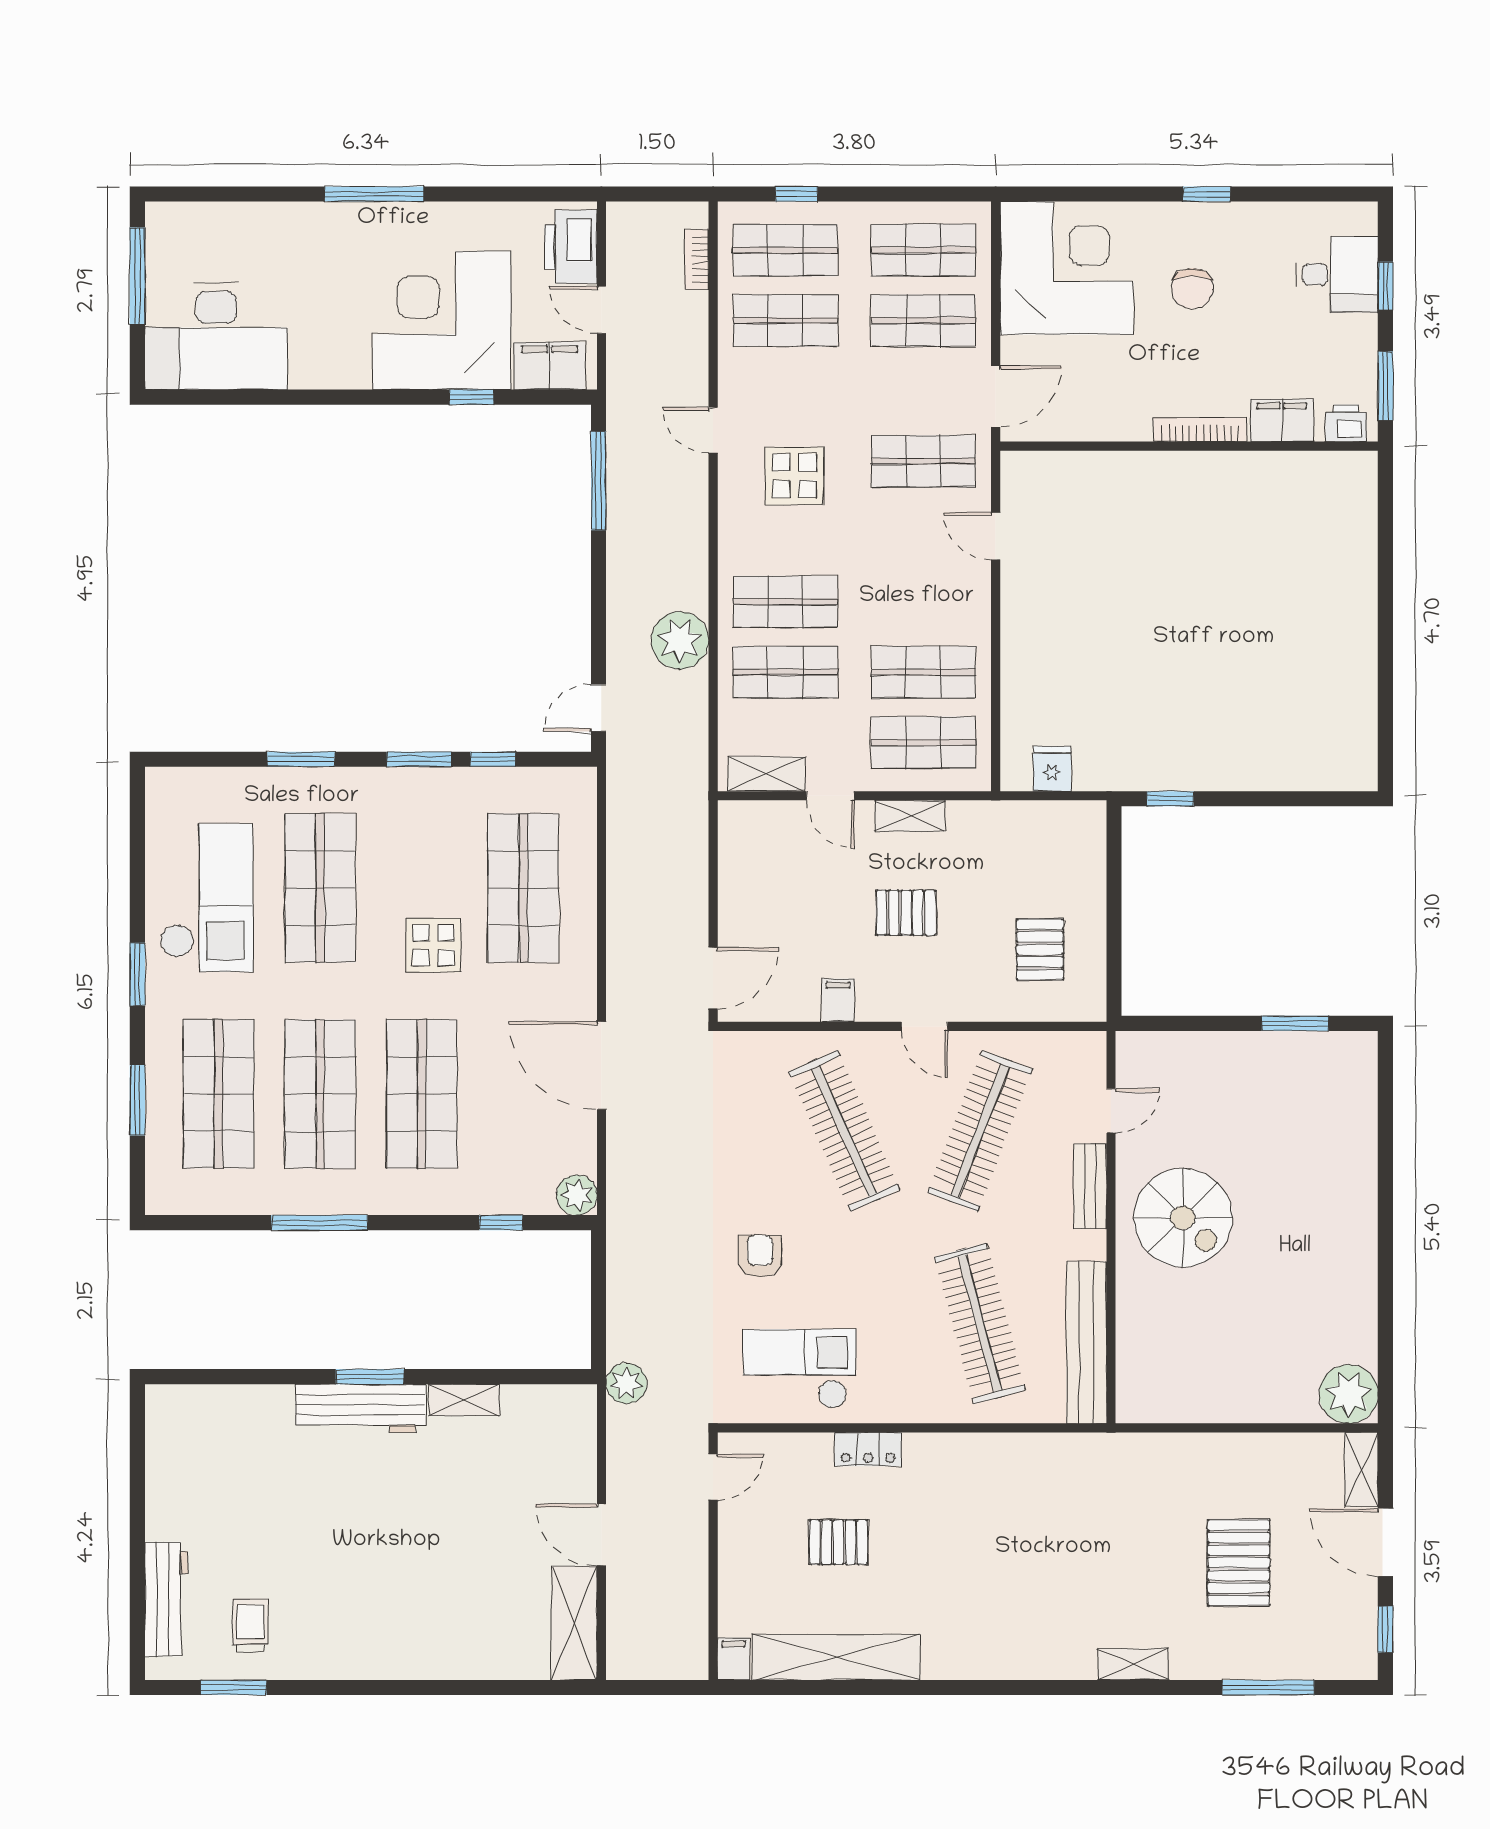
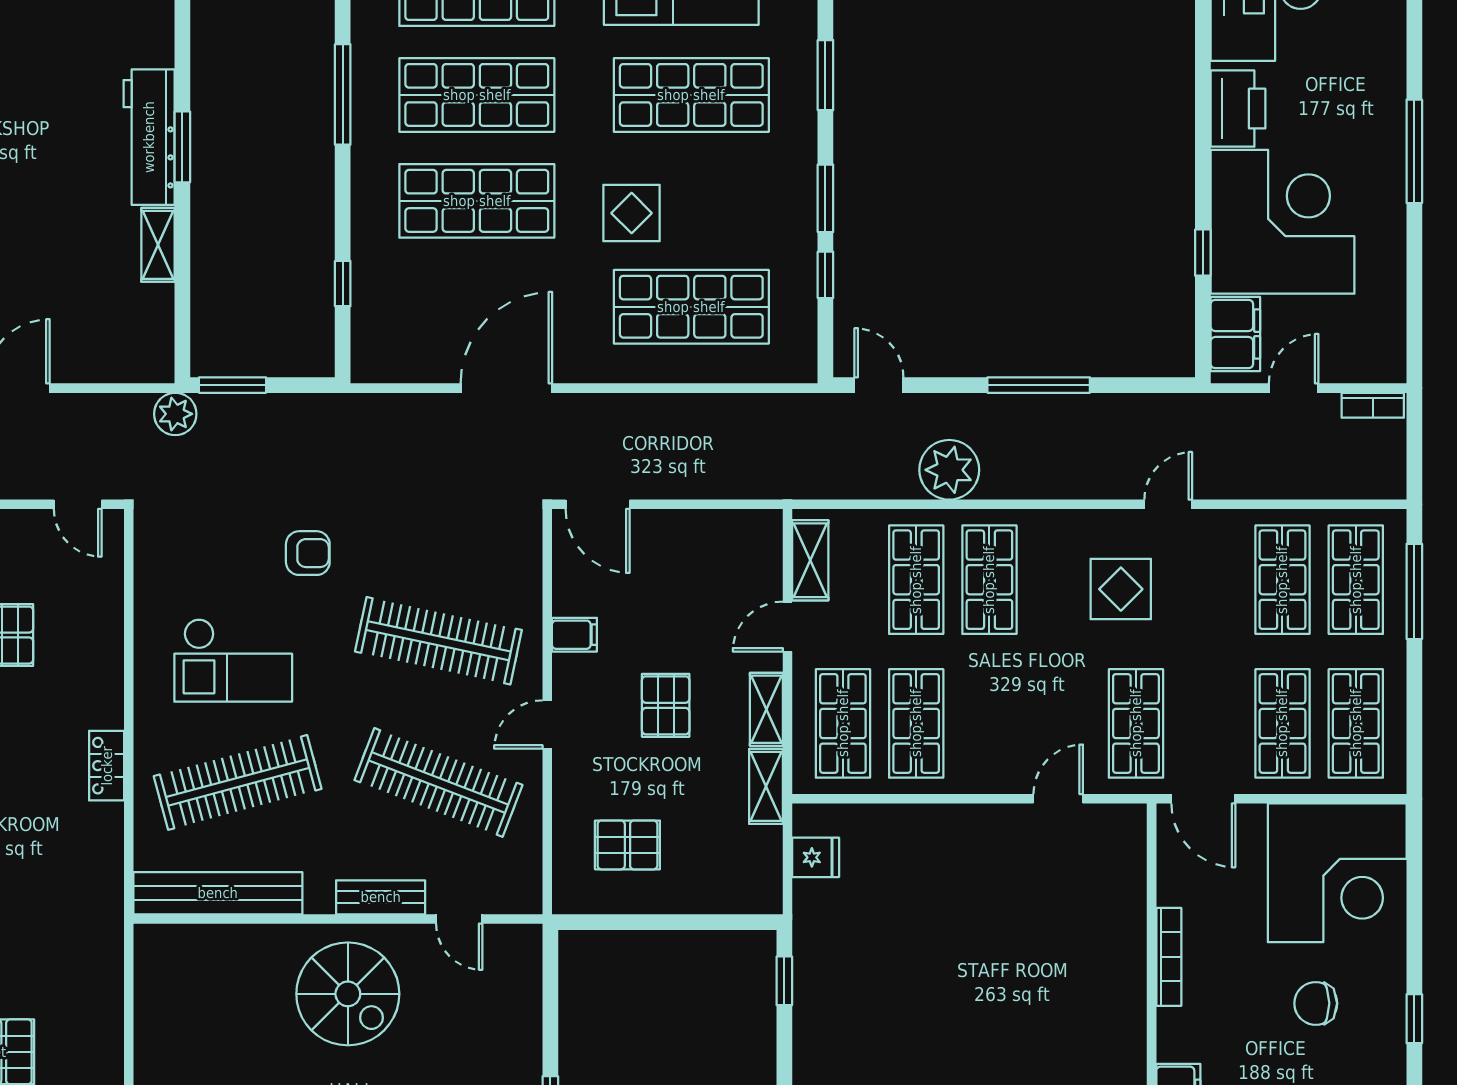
window: (797, 194) -> (1414, 591), width x2.17
printer: (571, 247) -> (1238, 109), moved, turned 90
bookcase: (697, 260) -> (1373, 405), moved, turned 180
bookcase: (1200, 430) -> (1169, 957), moved
window: (599, 481) -> (1039, 385), moved
shelving: (984, 816) -> (766, 786), added
clothes rail: (844, 1131) -> (438, 641), turned 36
plant: (577, 1195) -> (371, 362), removed
spiral stairs: (1183, 1218) -> (348, 994), turned -90
window: (599, 1328) -> (232, 385), added
checkout: (800, 1369) -> (233, 660), moved, turned 90
locker: (868, 1449) -> (107, 766), moved

